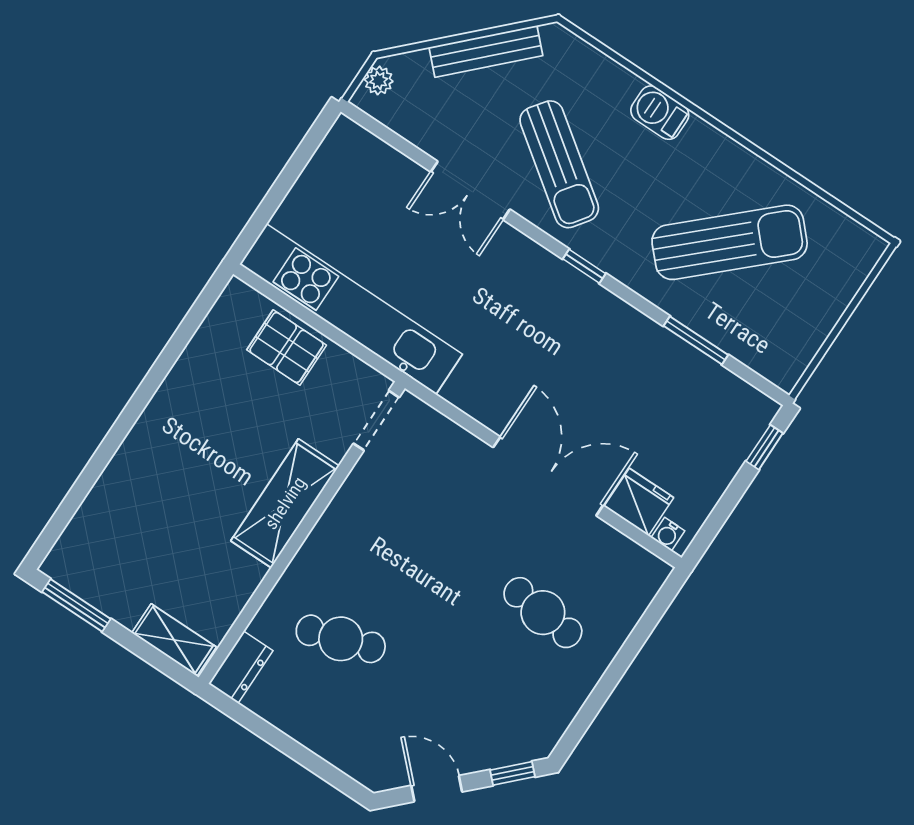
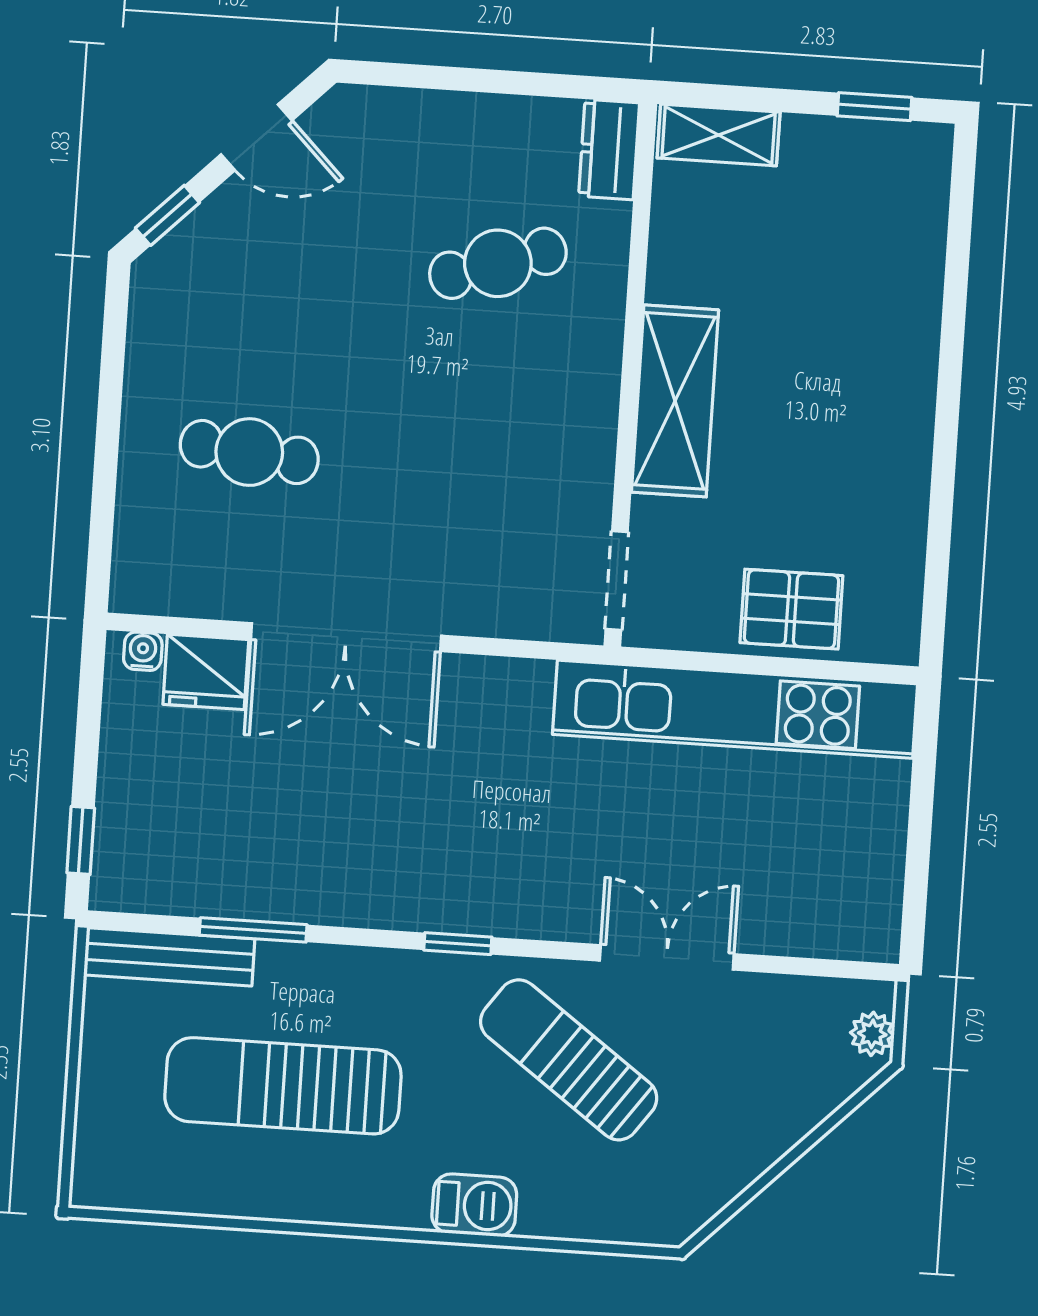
bench: (486, 51) -> (169, 957), moved, turned 45
sun lounger: (730, 242) -> (283, 1086), turned 43
window: (76, 605) -> (874, 107), width x0.67

